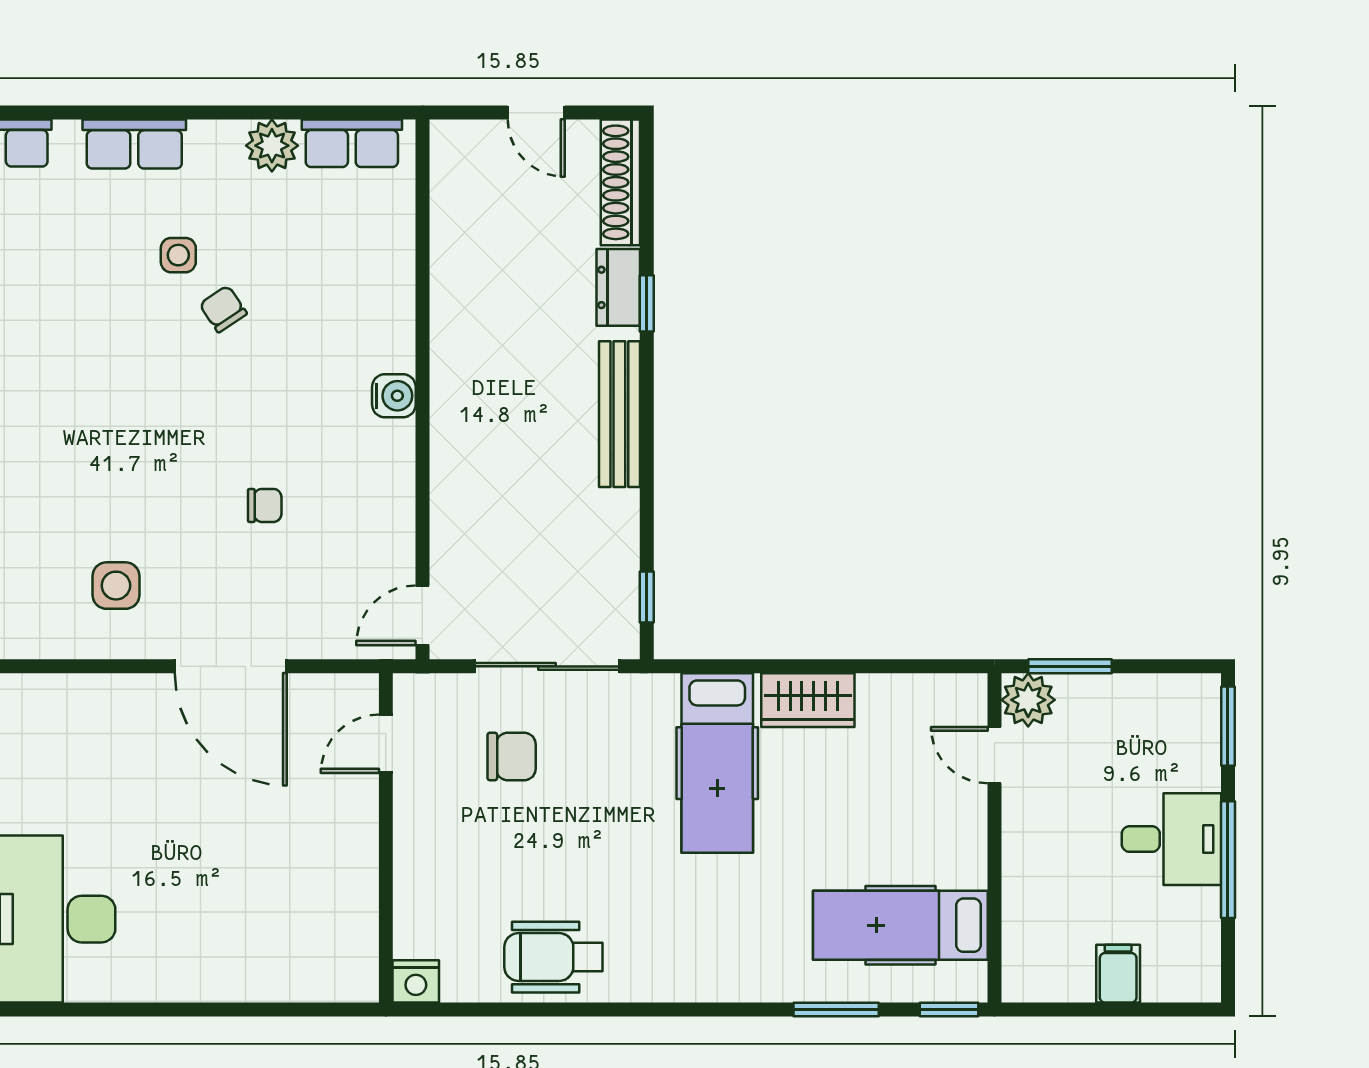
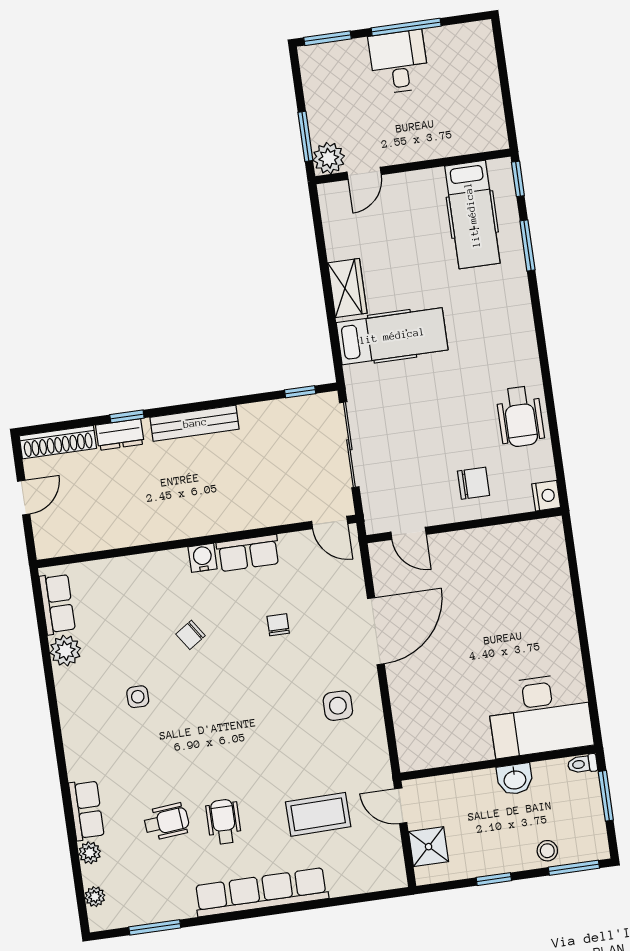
row of seats: (134, 144) -> (248, 553), moved, turned 90
chair: (223, 309) -> (191, 635), moved
chair: (512, 757) -> (474, 483), moved, turned 90
filing cabinet: (1118, 974) -> (483, 82), removed

